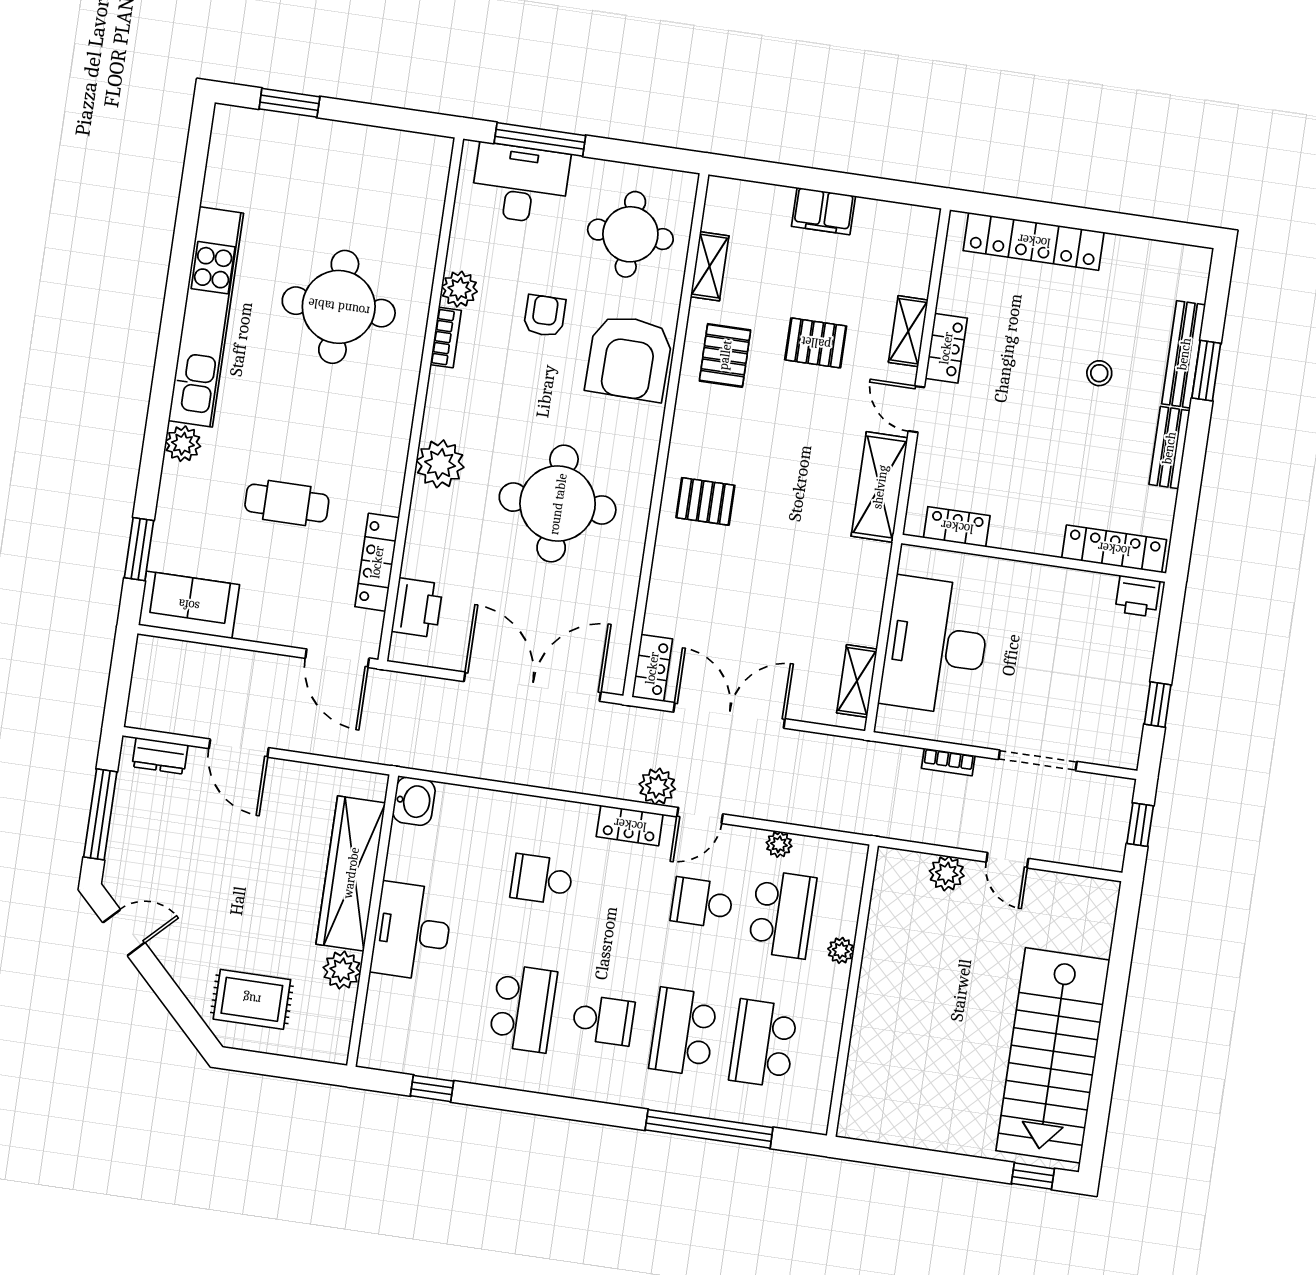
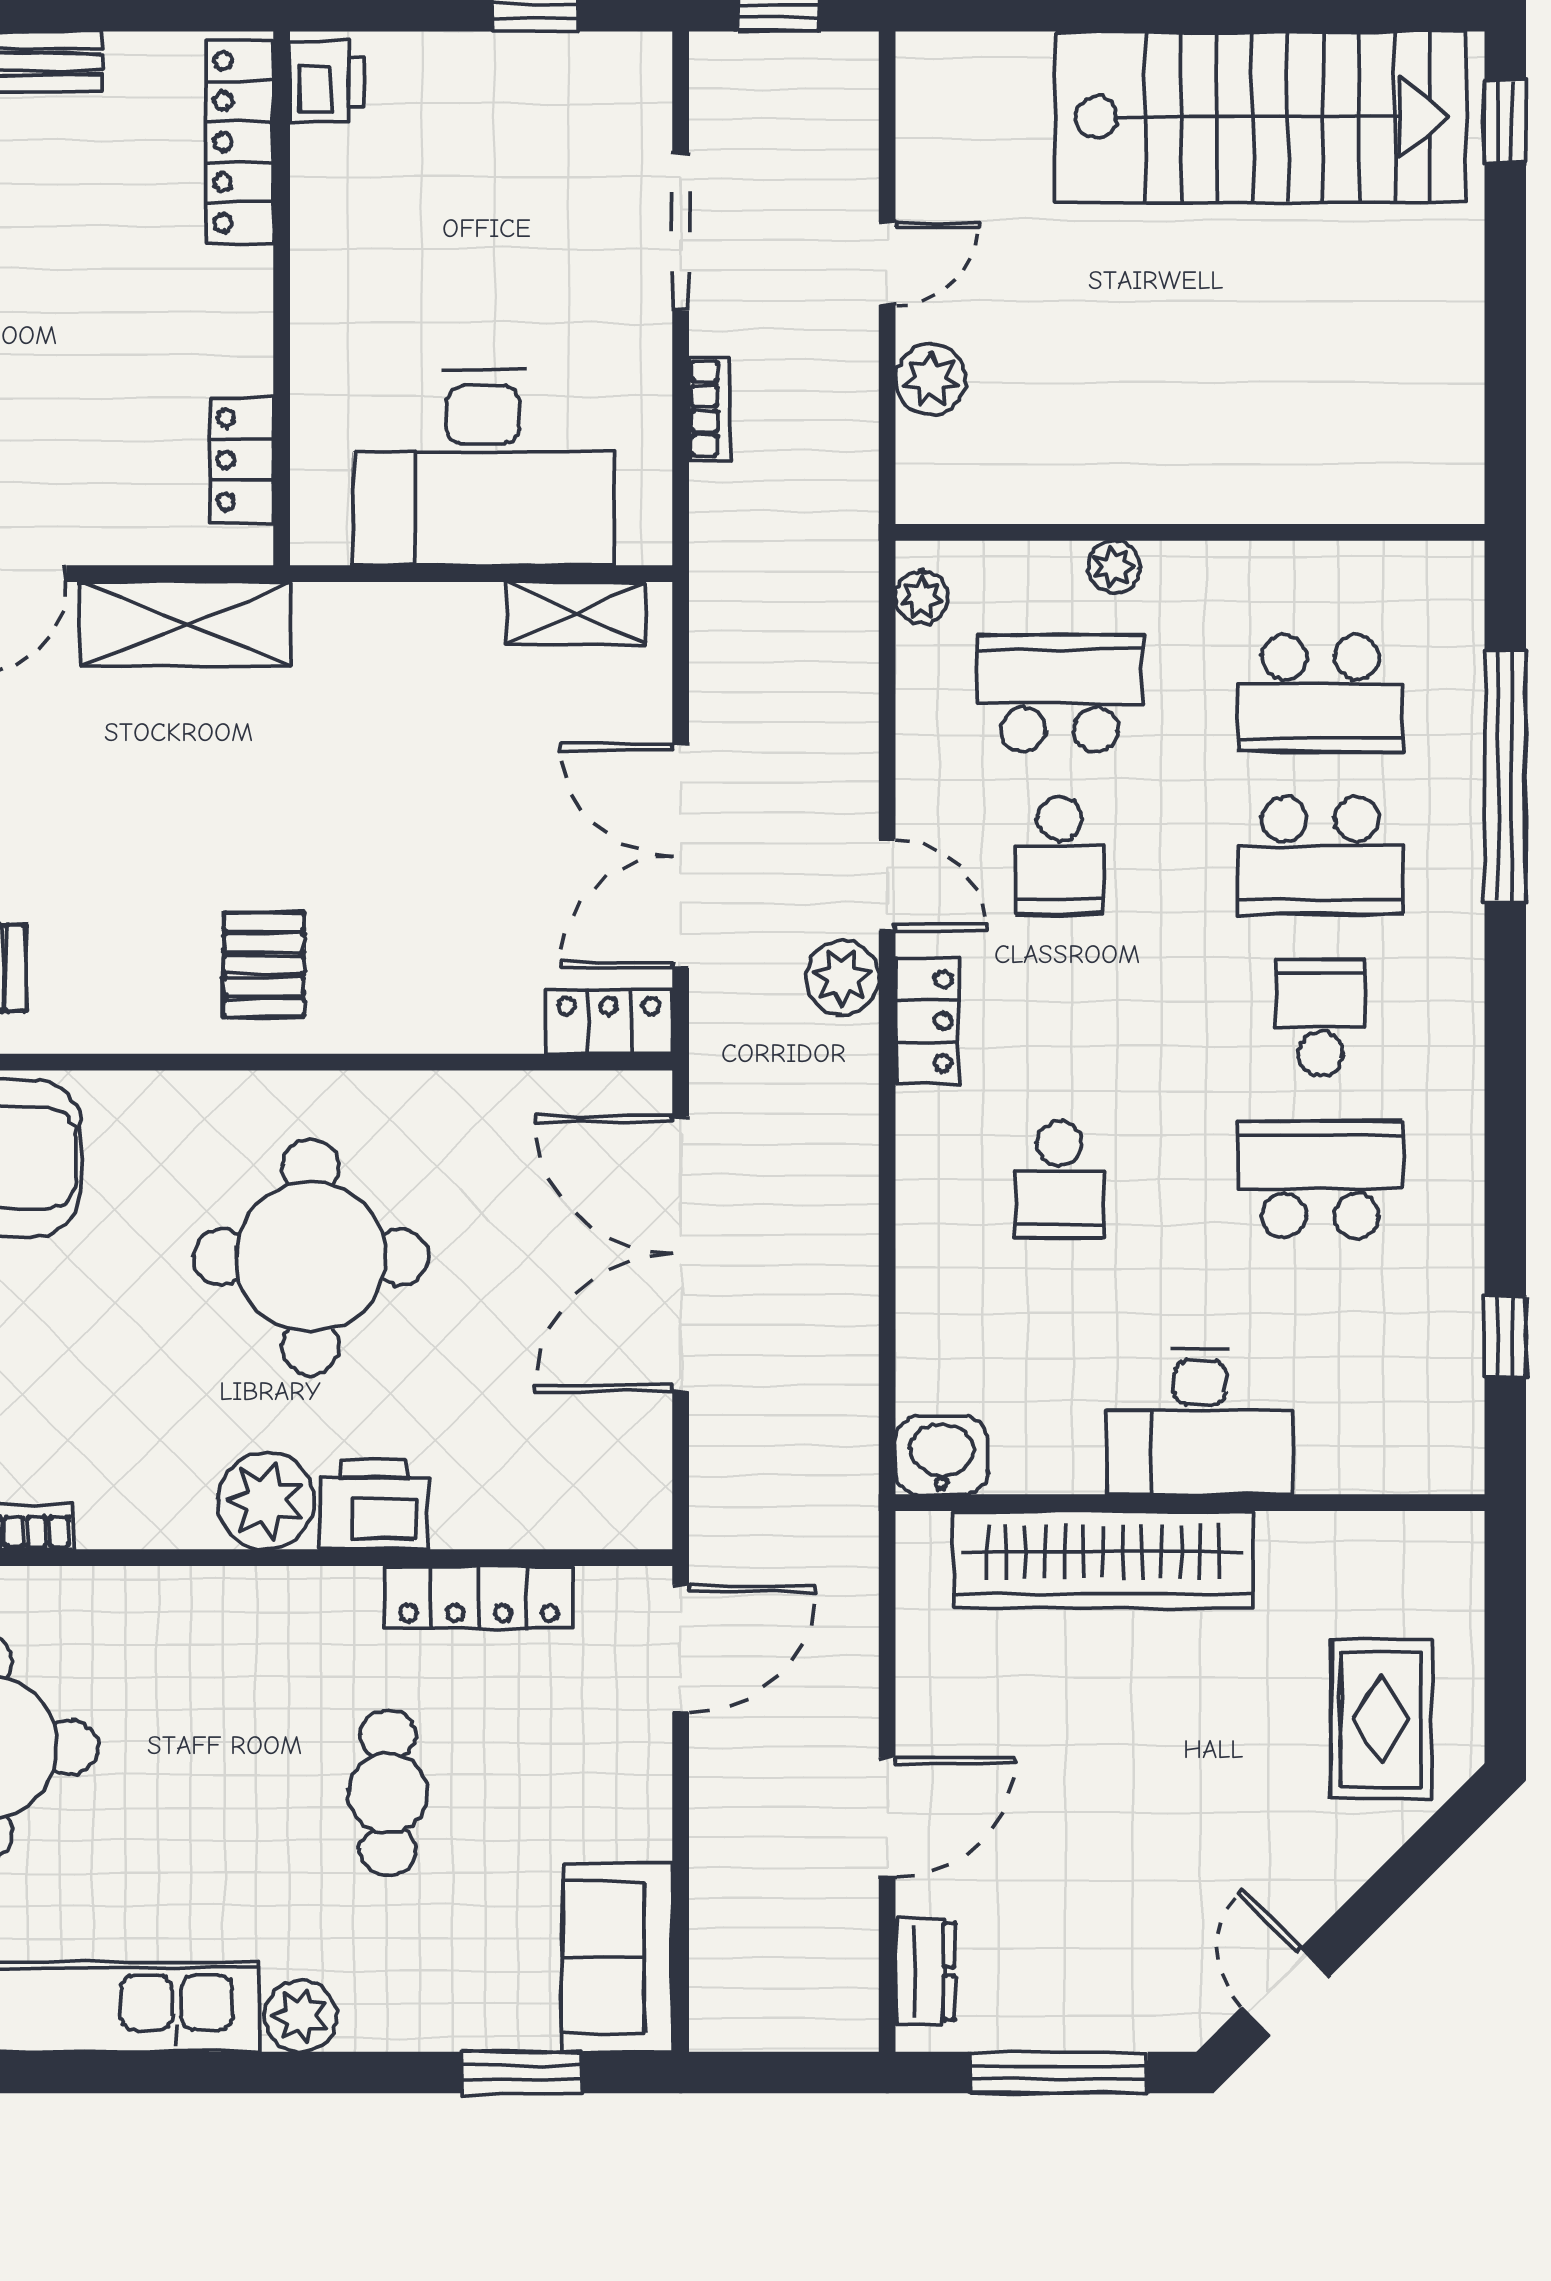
printer: (417, 608) -> (374, 1505), moved
plant: (779, 844) -> (922, 597), moved
plant: (342, 970) -> (1297, 1549), removed

